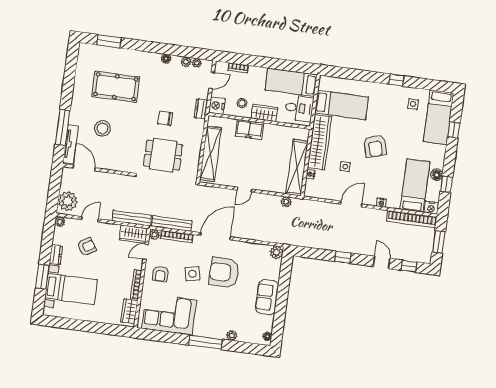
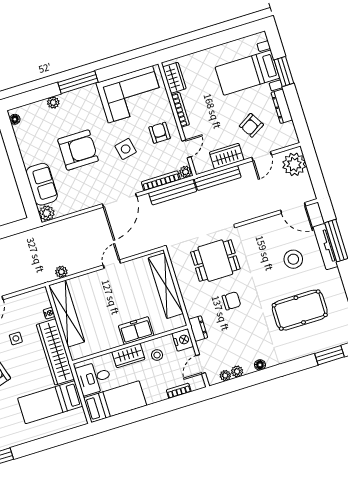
tv unit: (71, 144) -> (326, 247), moved
plant: (60, 222) -> (292, 139), removed
wardrobe: (133, 234) -> (227, 156), moved
dresser: (56, 255) -> (282, 106), width x1.44
armchair: (224, 272) -> (78, 150), moved
sofa: (267, 297) -> (42, 184), moved

